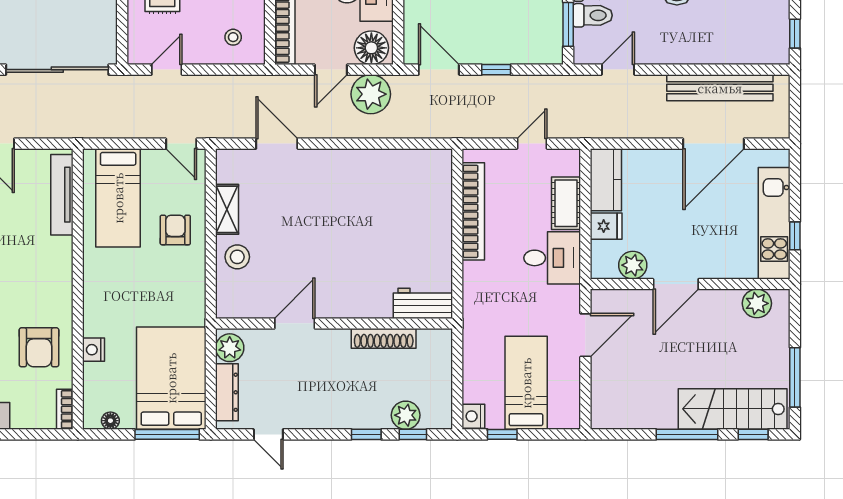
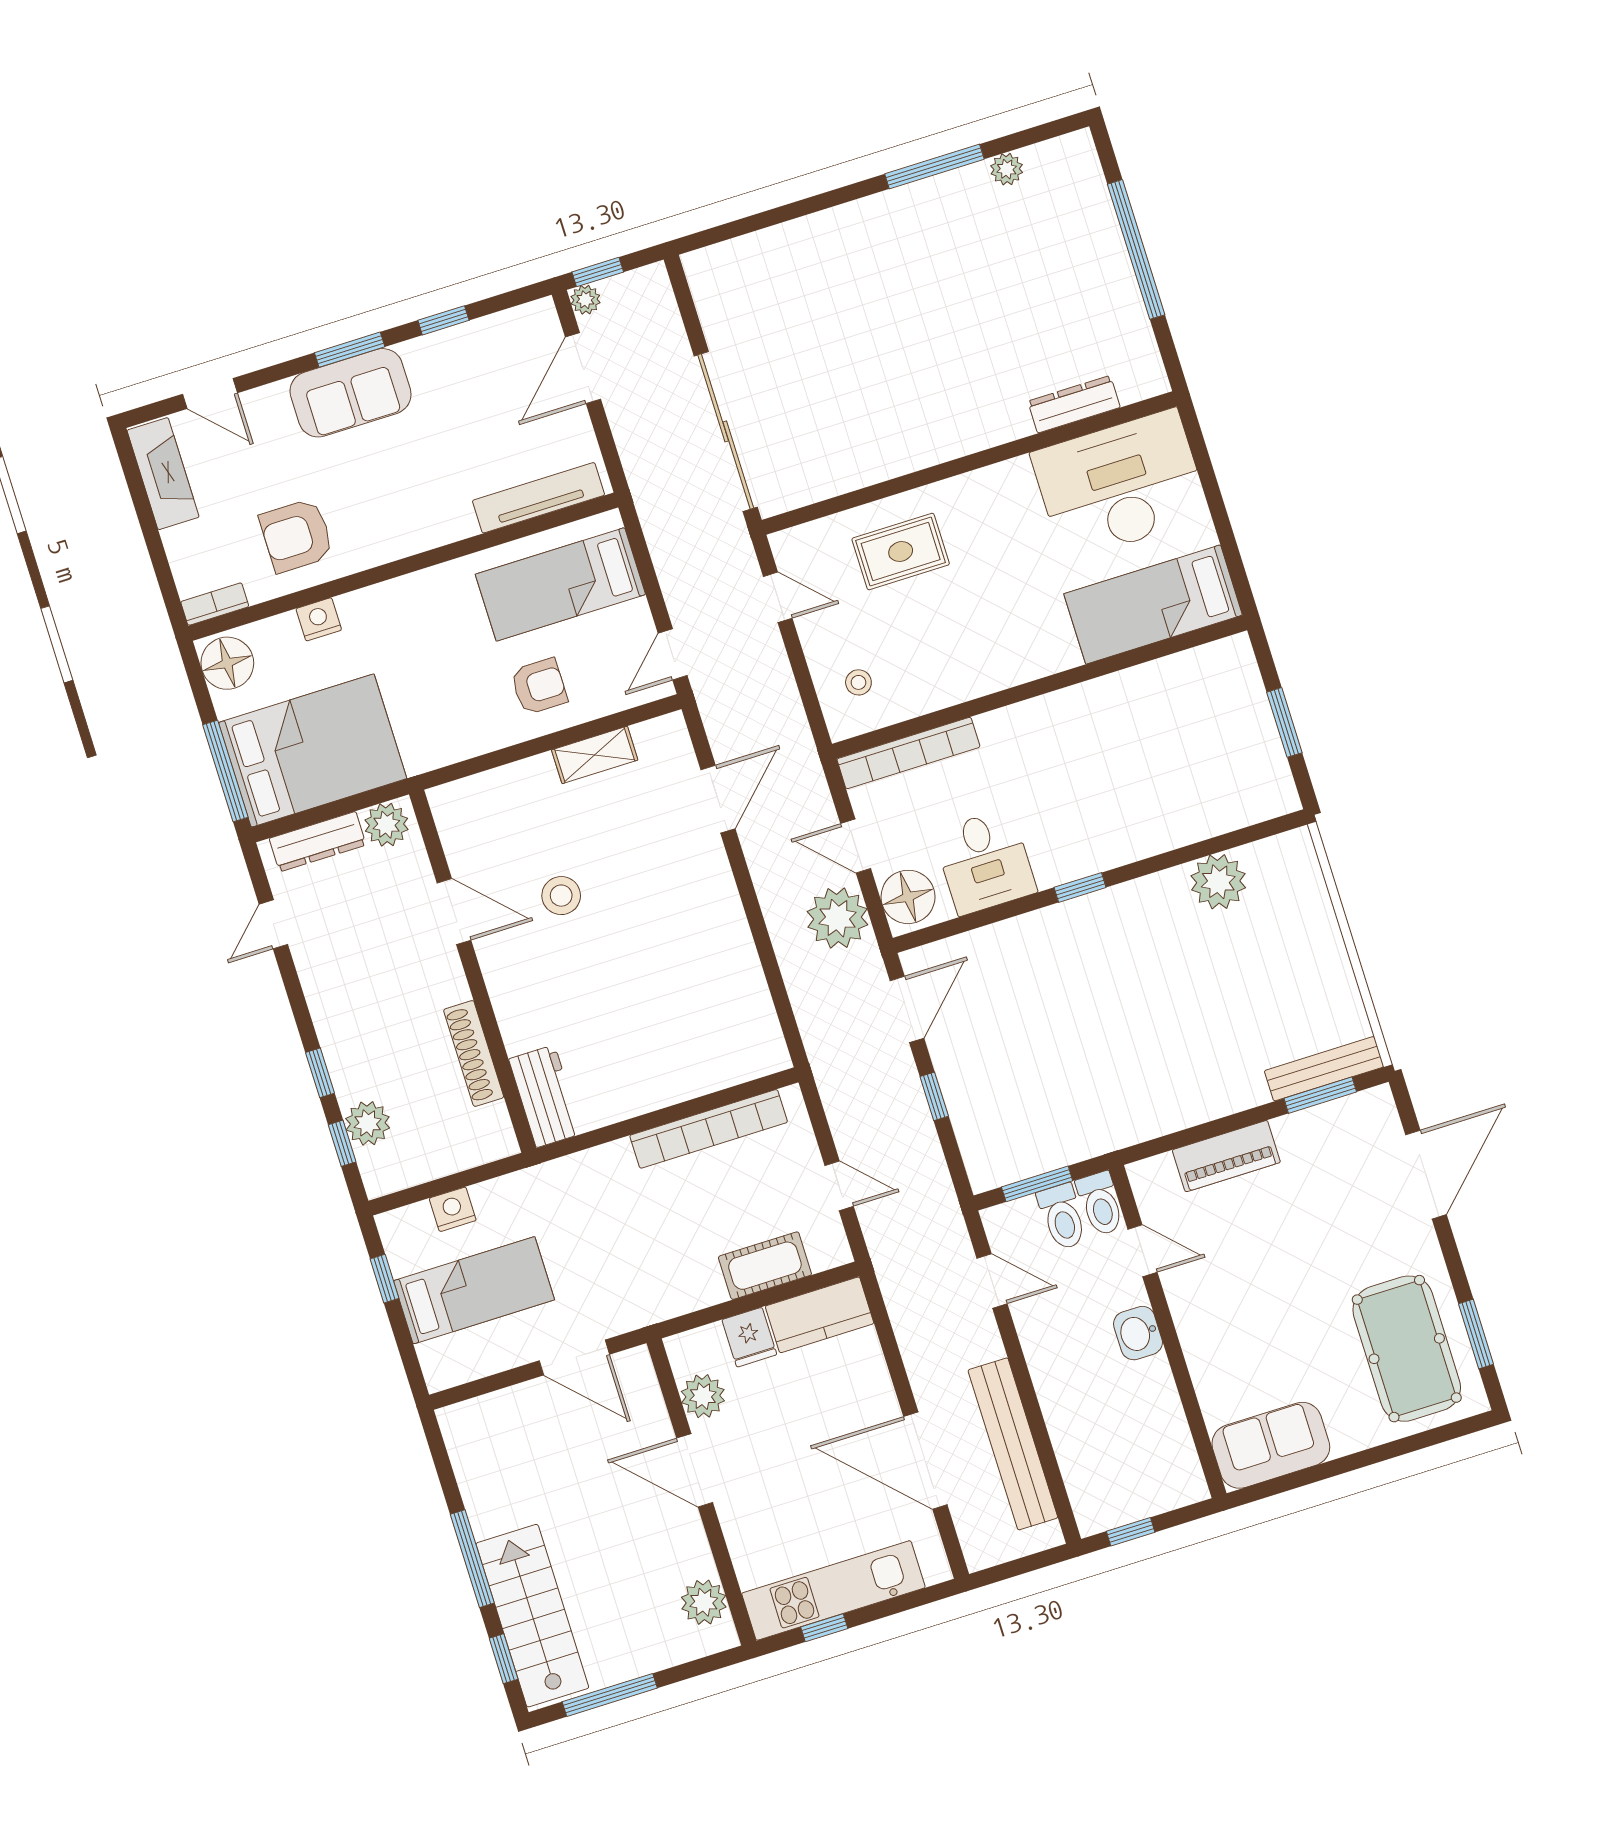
stool: (237, 257) -> (561, 896), moved
desk: (552, 258) -> (676, 1271), removed
nightstand: (473, 416) -> (453, 1209), moved
floor lamp: (110, 421) -> (227, 663), width x1.89, depth x1.89

